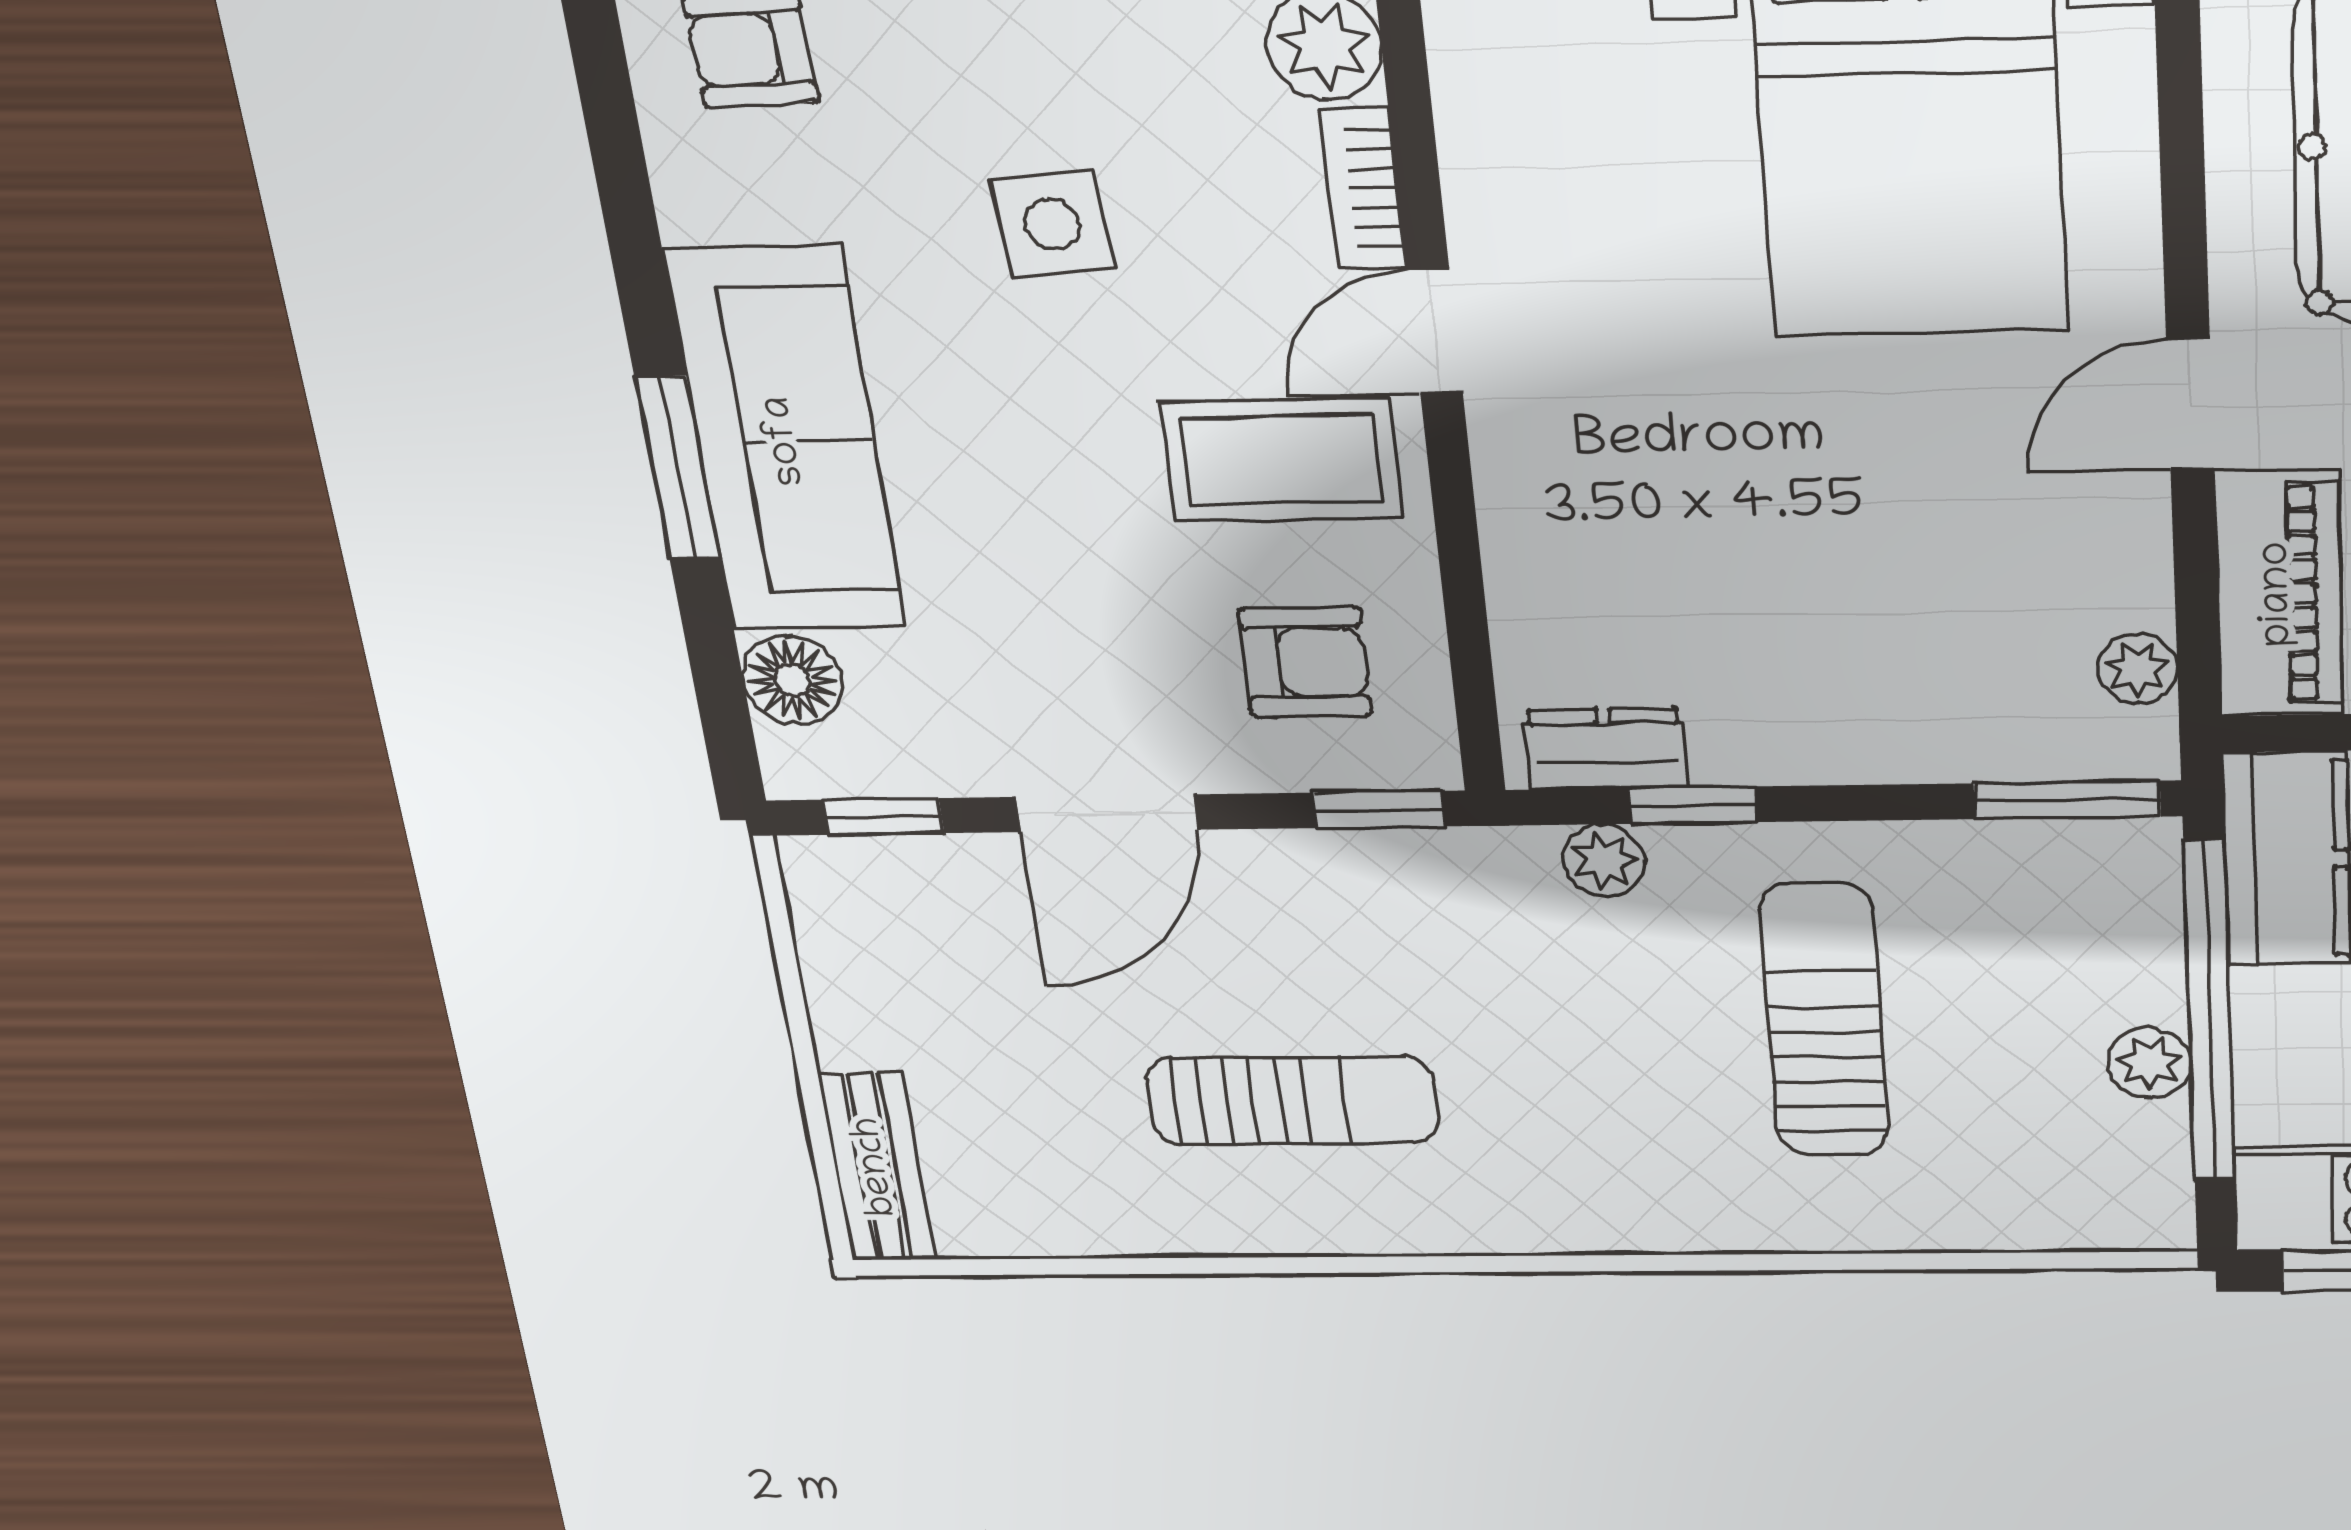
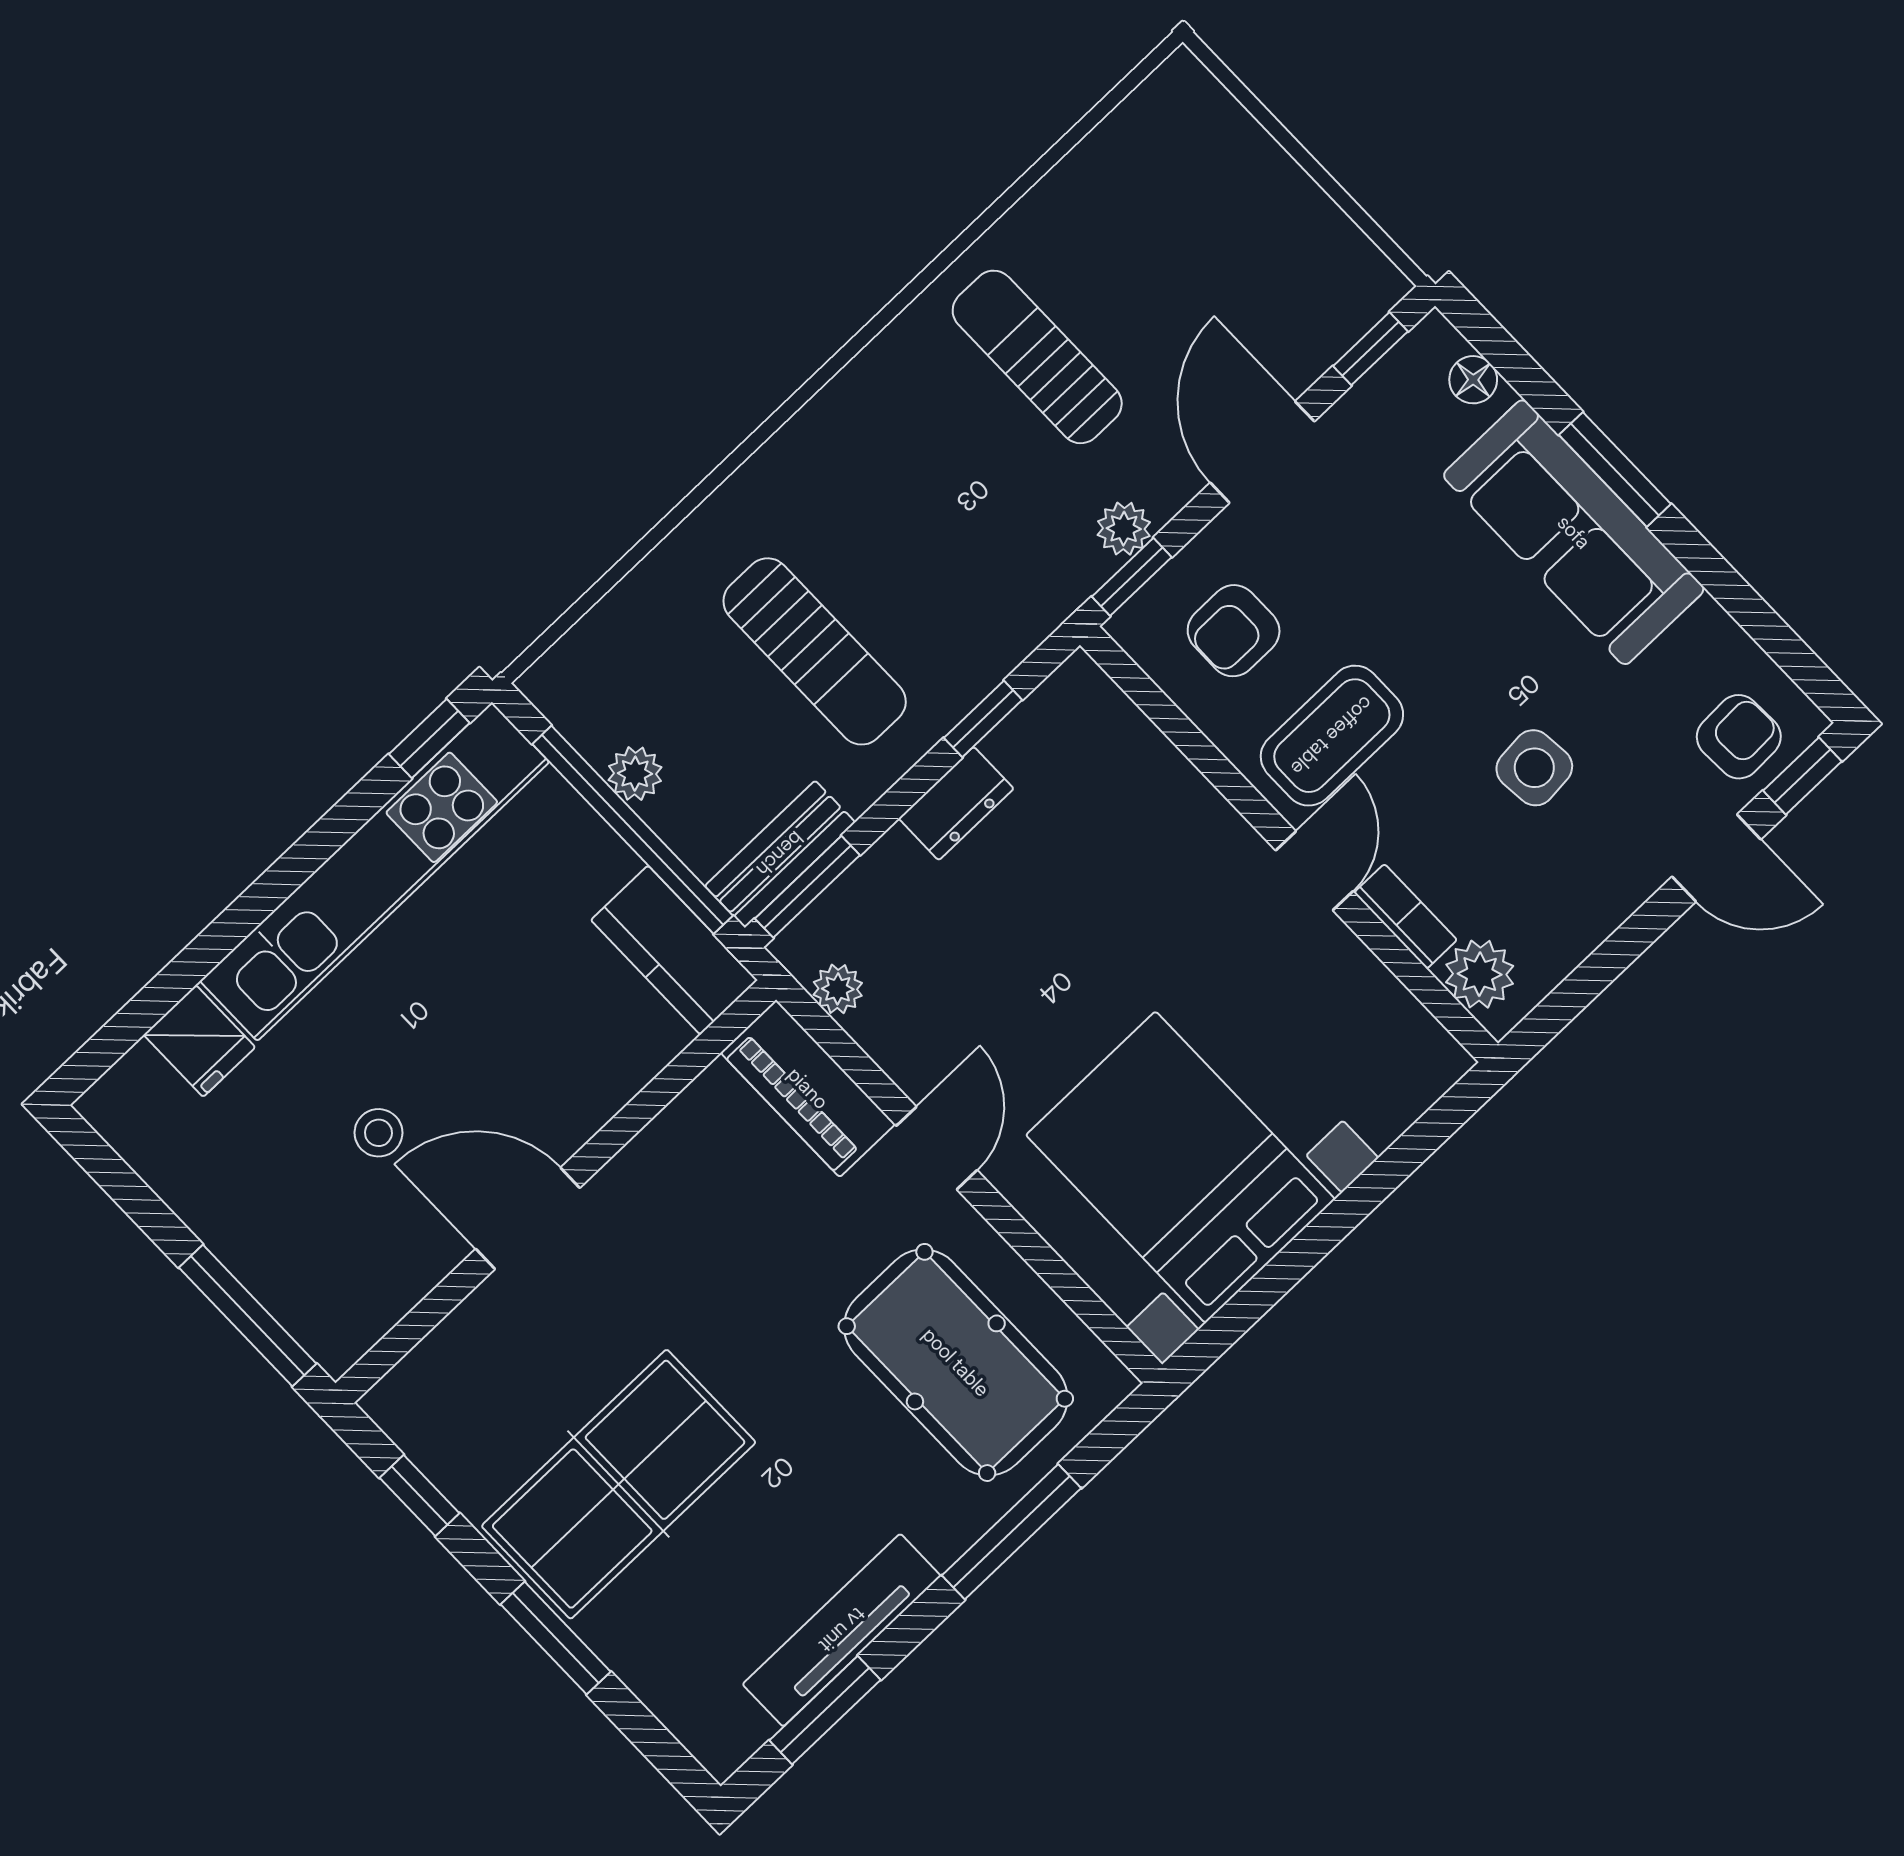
floor lamp: (793, 680) -> (1473, 380), width x0.73, depth x0.73
dresser: (1606, 749) -> (956, 803), moved
plant: (1604, 860) -> (1124, 529), moved
sun lounger: (1292, 1101) -> (1037, 357), turned 90
bench: (877, 1167) -> (780, 854), moved, turned 90

